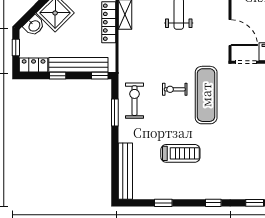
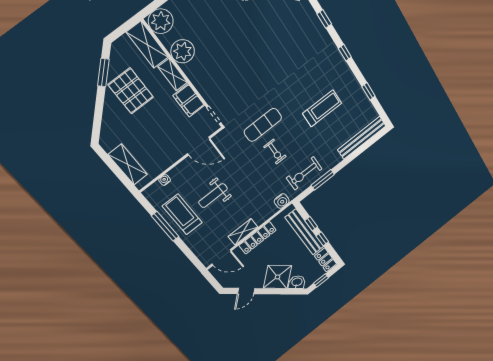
door: (230, 33) -> (199, 146), swing flipped
water cooler: (125, 65) -> (282, 201), added
window: (100, 76) -> (311, 224), moved
exercise mat: (206, 95) -> (263, 125), width x0.73, depth x0.69
treadmill: (180, 153) -> (322, 108), turned 90

